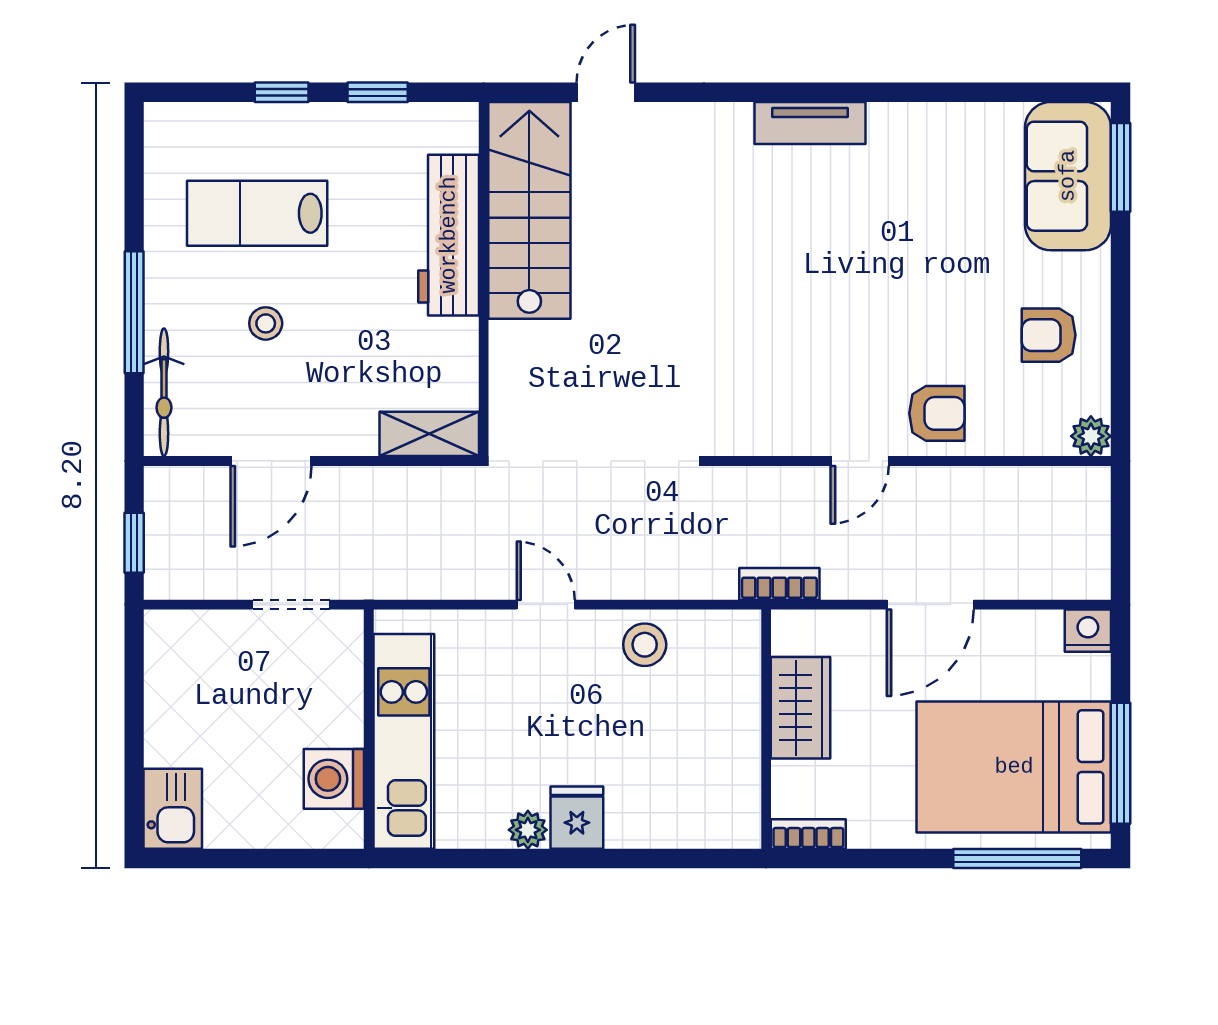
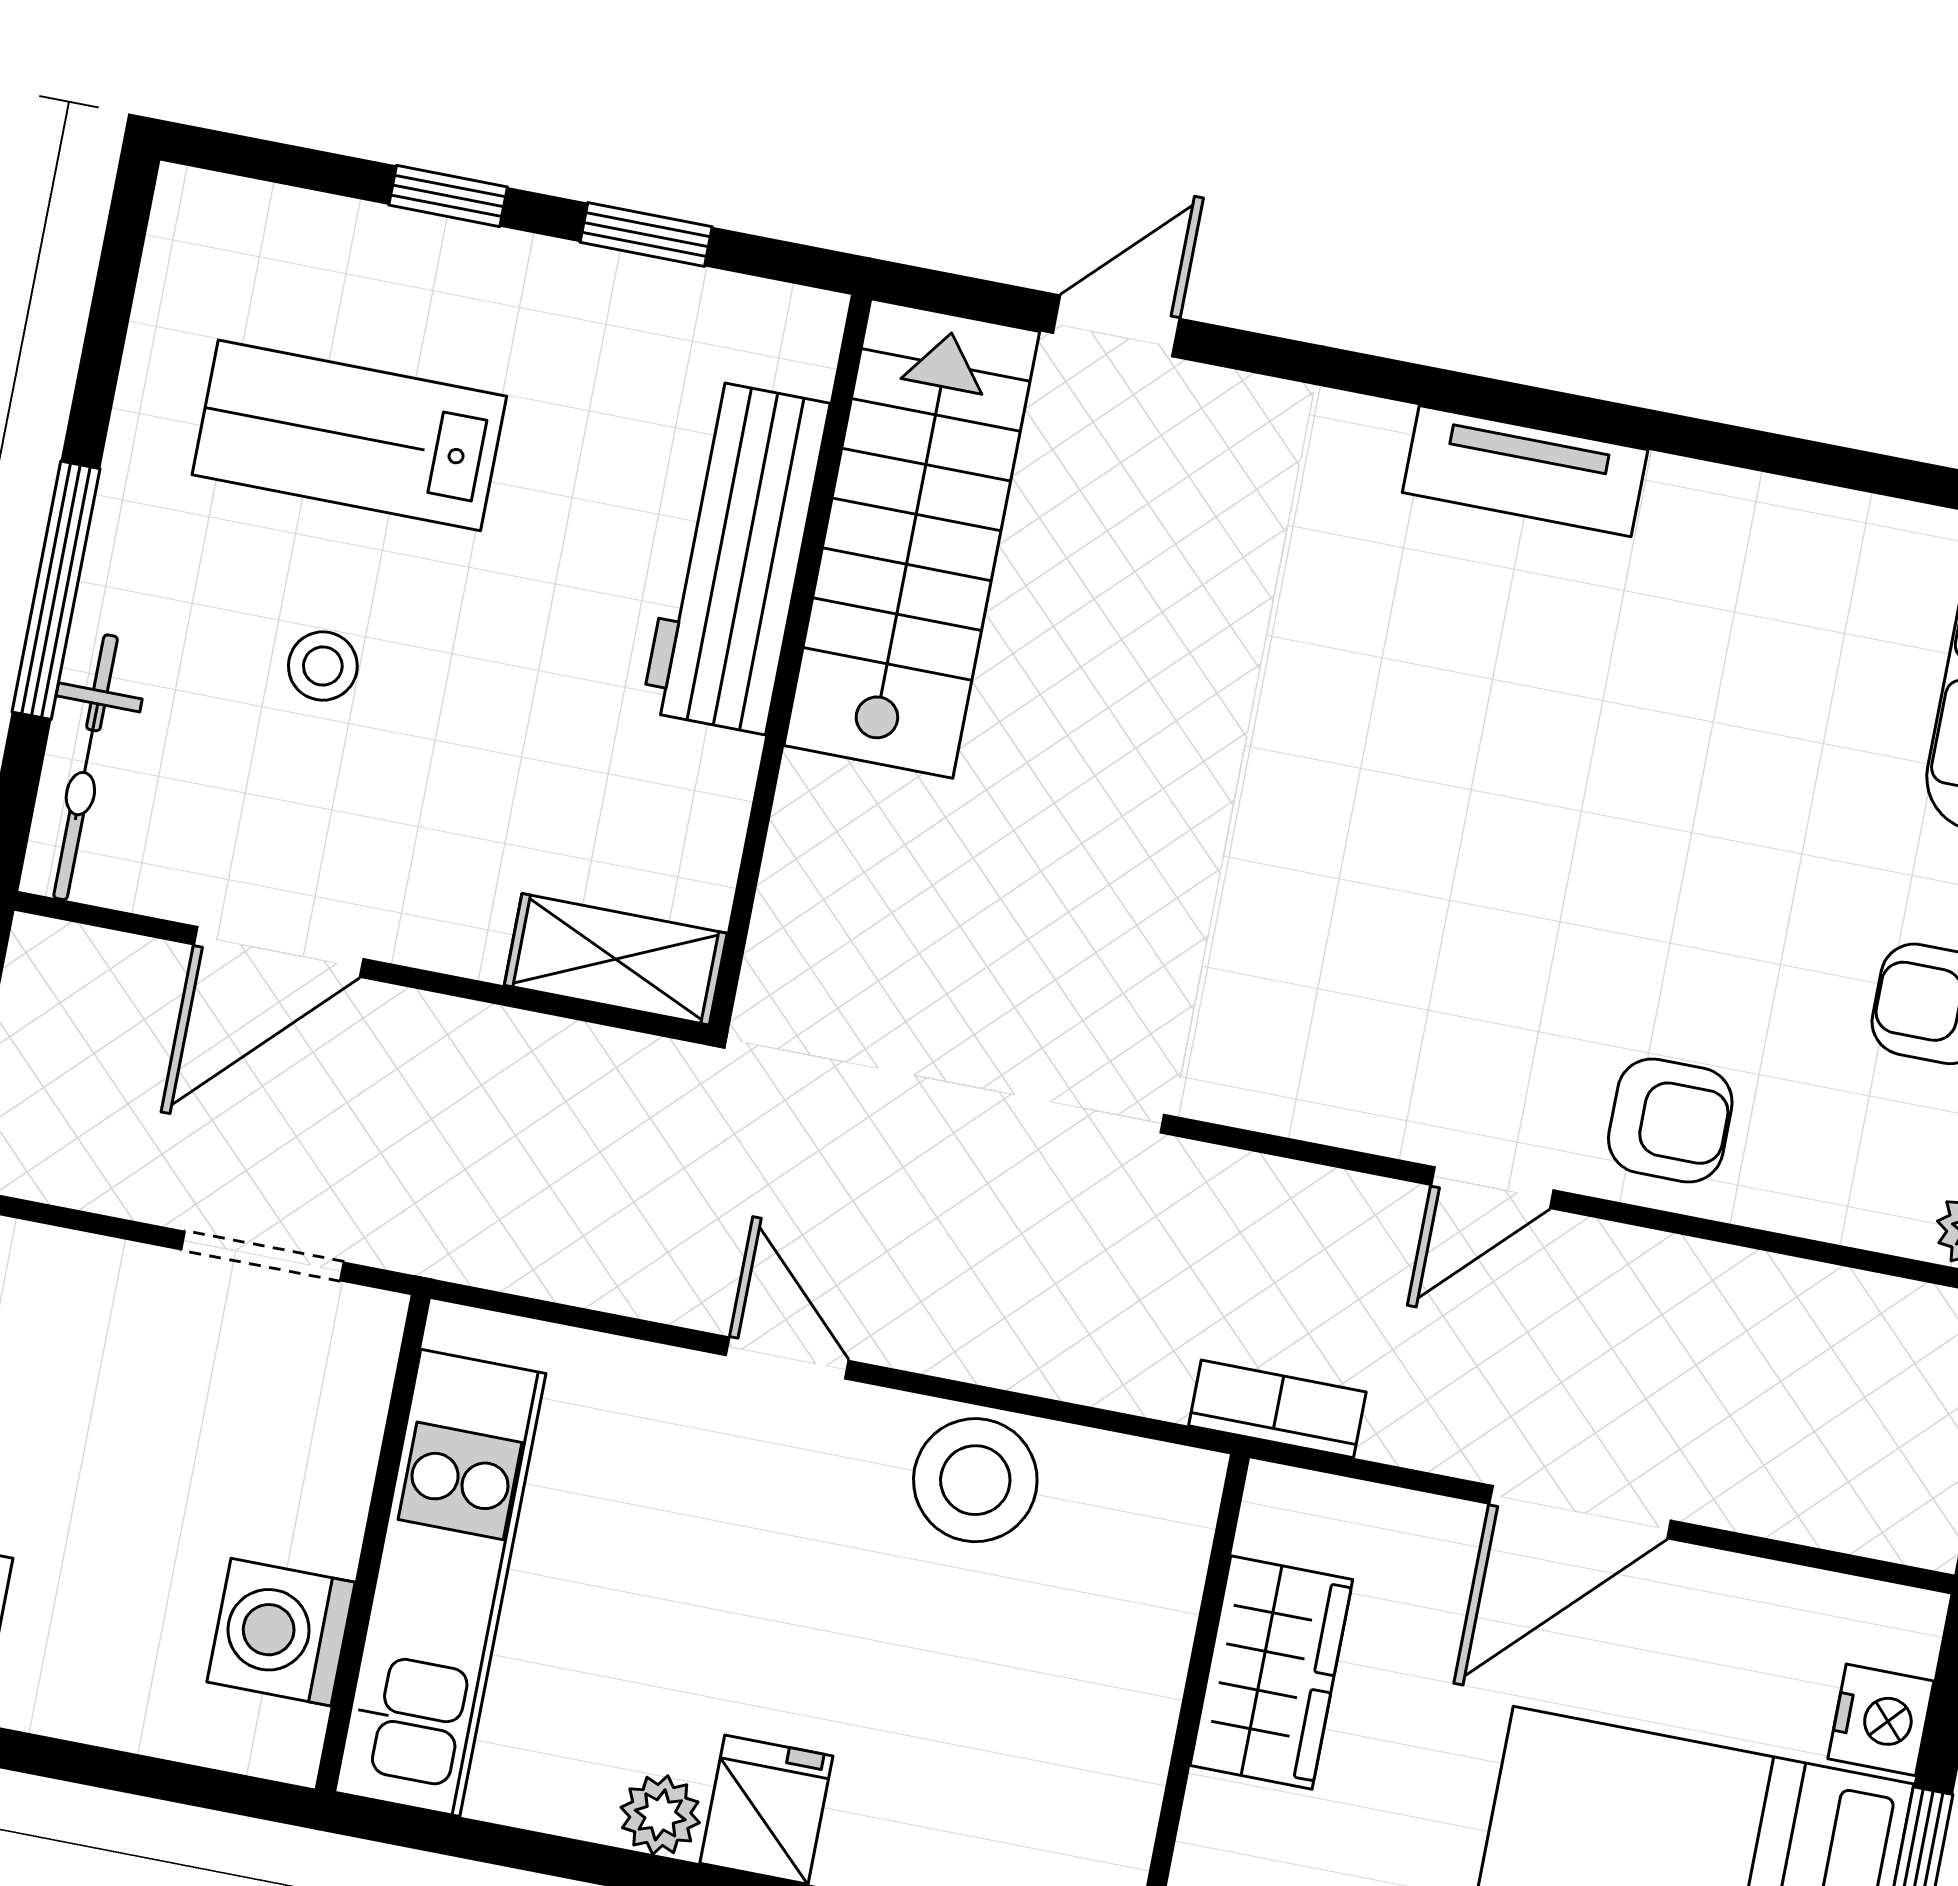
nightstand: (1088, 631) -> (1881, 1720), moved, turned 90
stool: (645, 645) -> (975, 1480), width x1.38, depth x1.38

